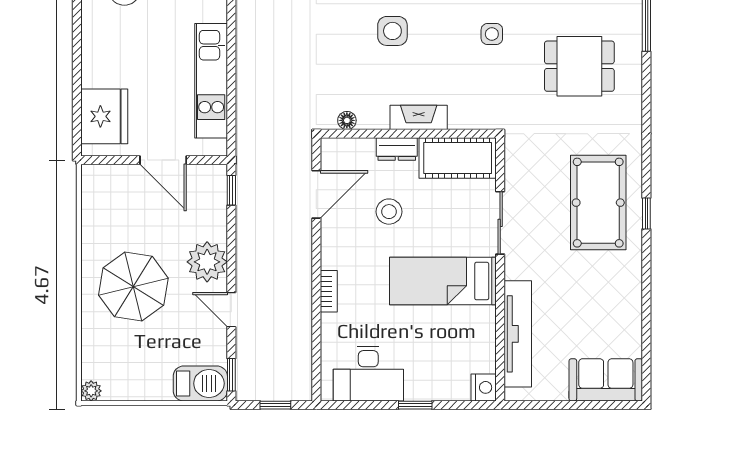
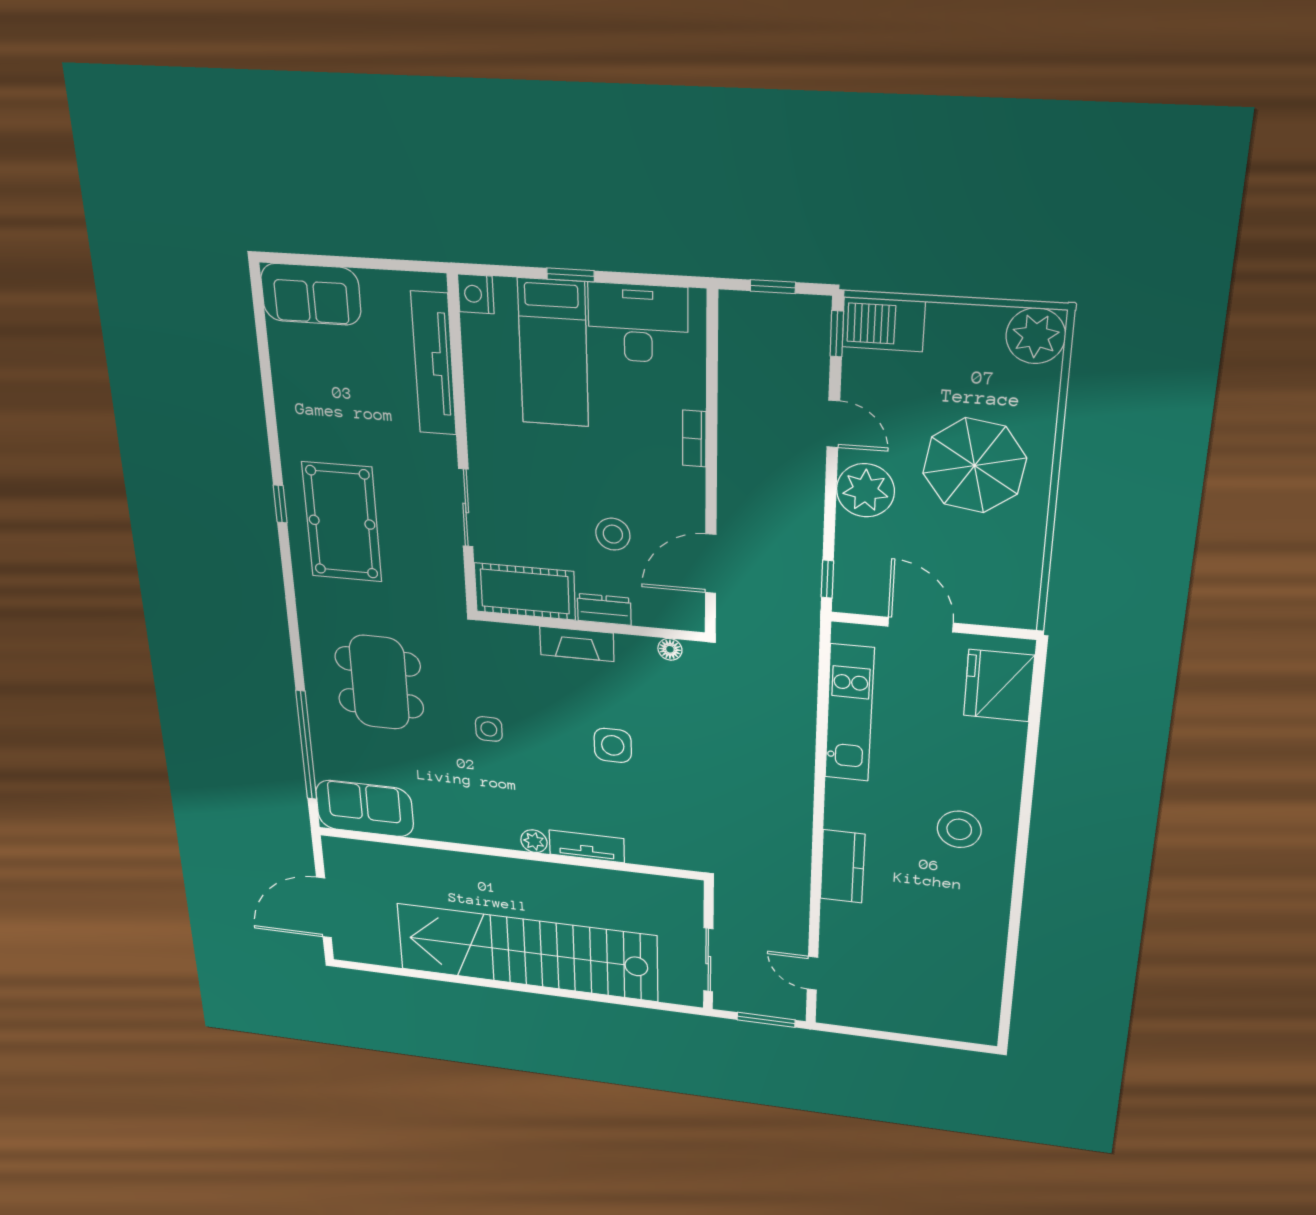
dining table: (579, 66) -> (379, 682), width x1.38
bed: (443, 281) -> (553, 353), moved, turned 90
plant: (91, 391) -> (1036, 336), width x1.87, depth x1.87

